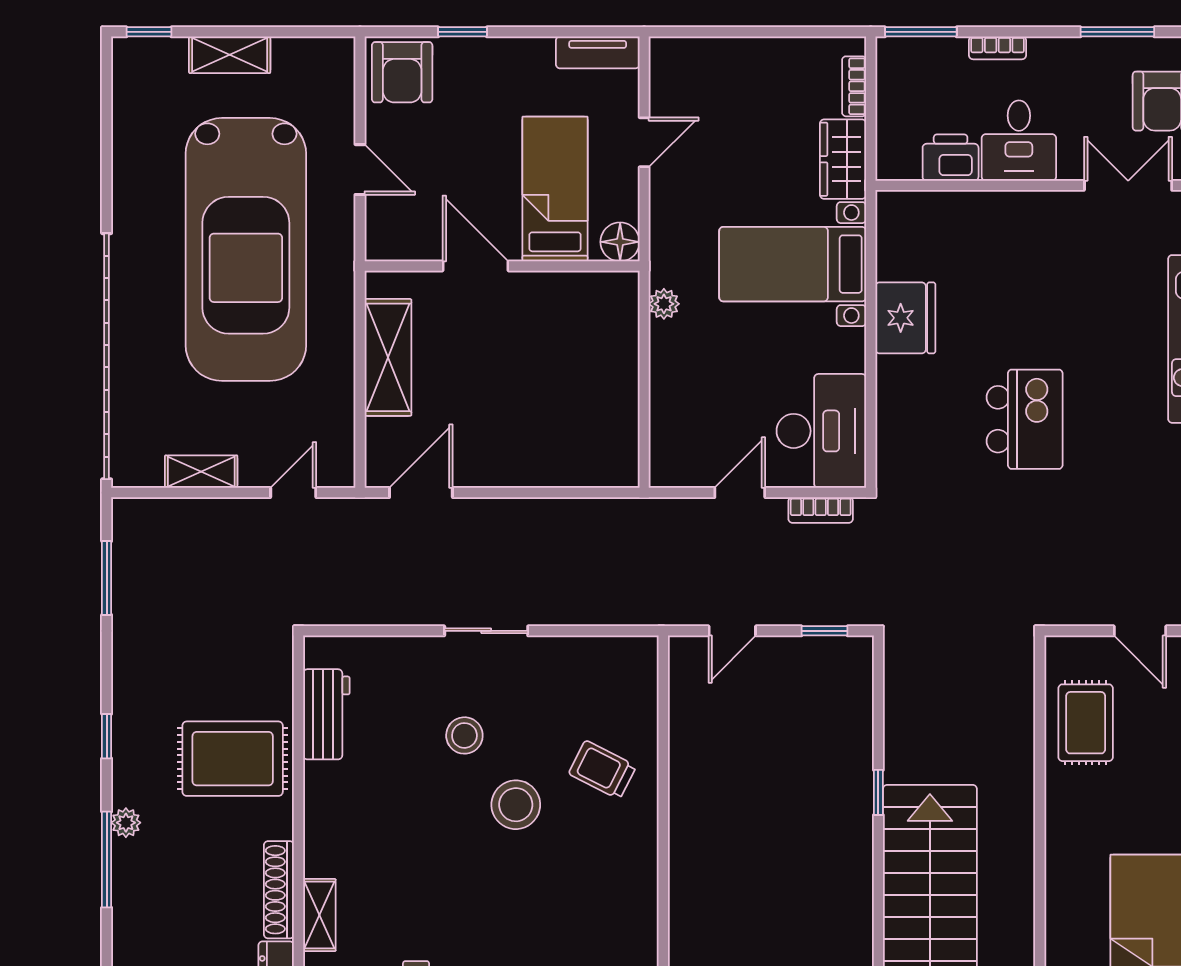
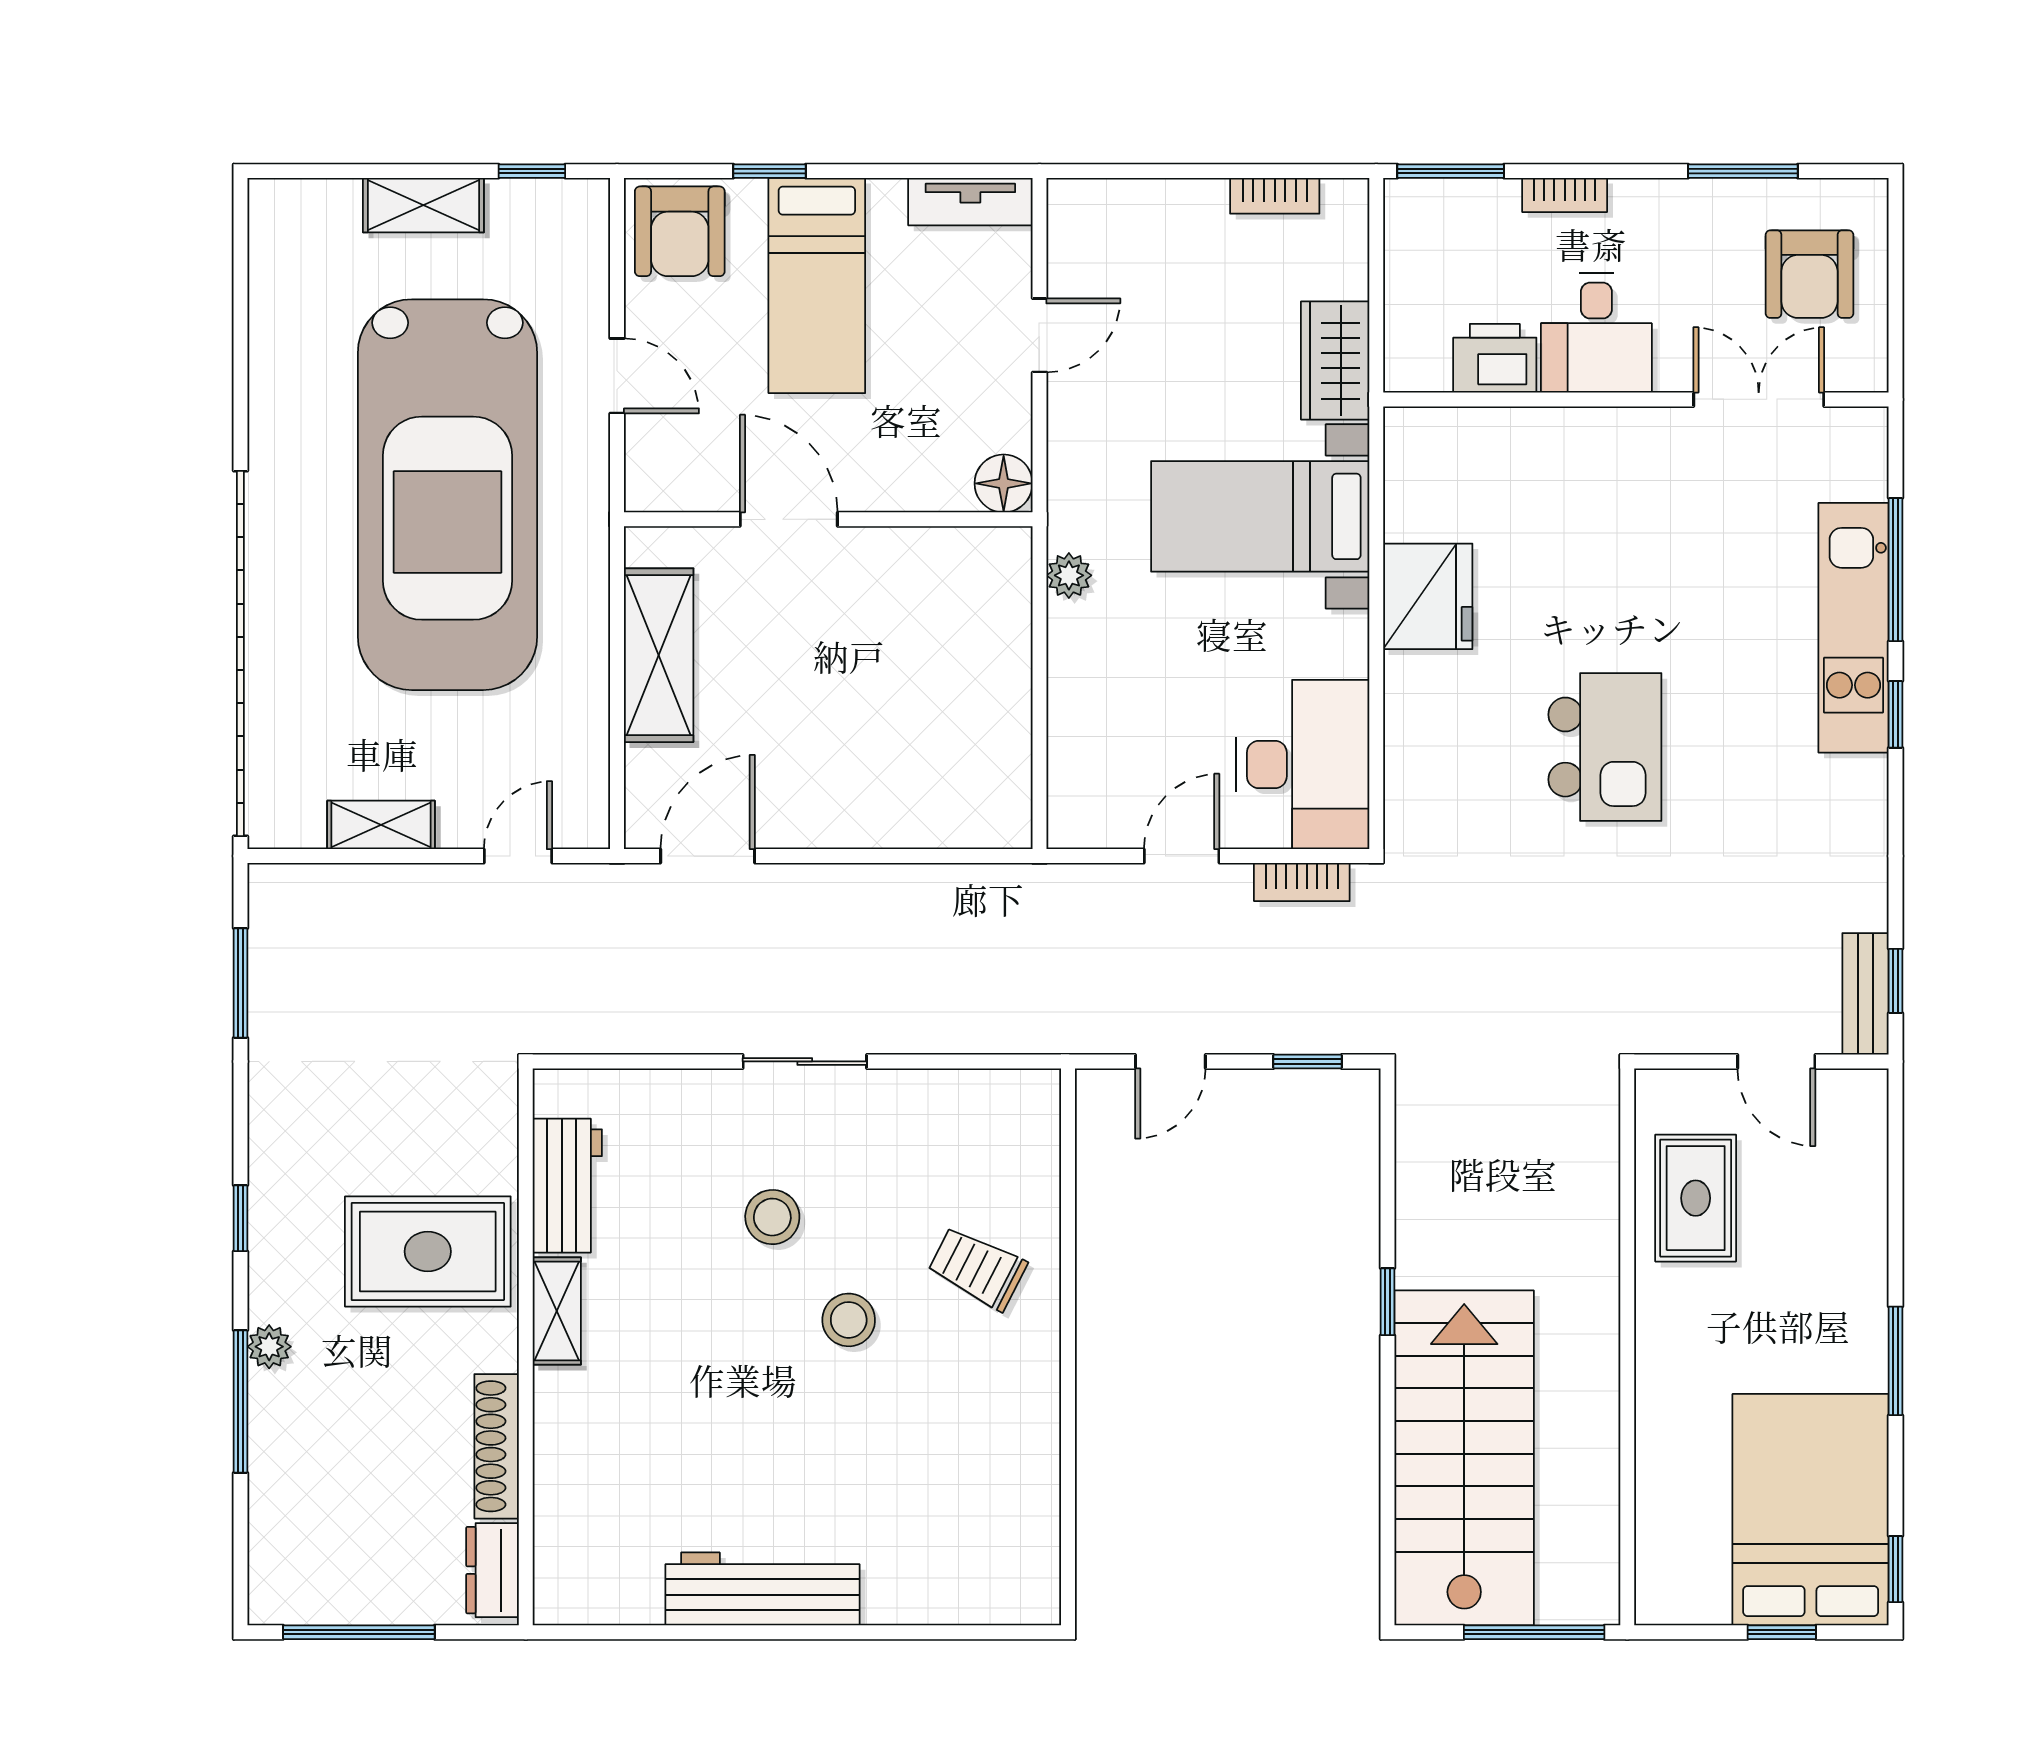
window: (149, 32) -> (532, 171), moved
bookcase: (854, 86) -> (1275, 196), moved, turned -90
bed: (555, 189) -> (817, 286), moved, turned 180
stool: (516, 805) -> (849, 1320), width x0.73, depth x0.73
shelving: (319, 915) -> (557, 1311), moved

